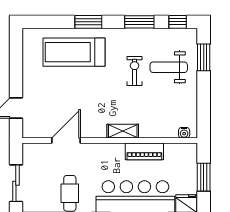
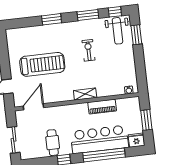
treadmill: (74, 52) -> (42, 64), moved, turned 180
weight bench: (169, 67) -> (117, 31), moved, turned -90
door: (66, 141) -> (33, 107), moved

